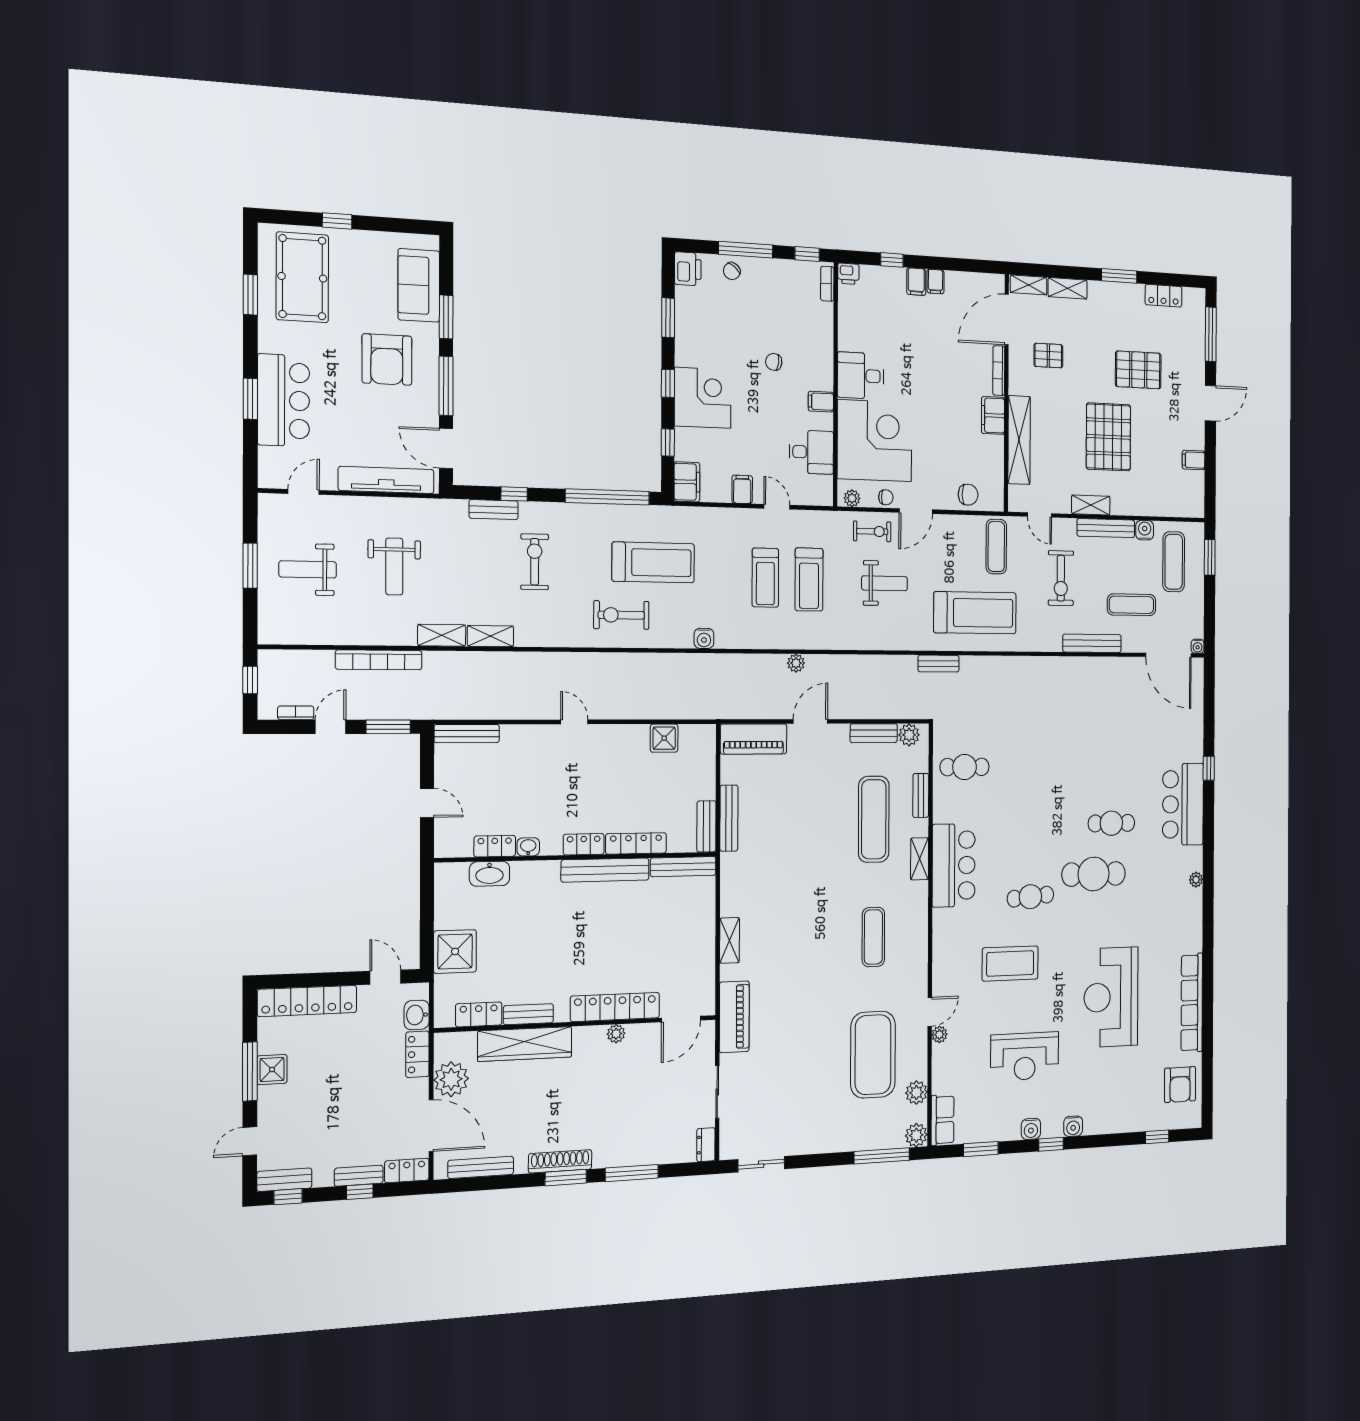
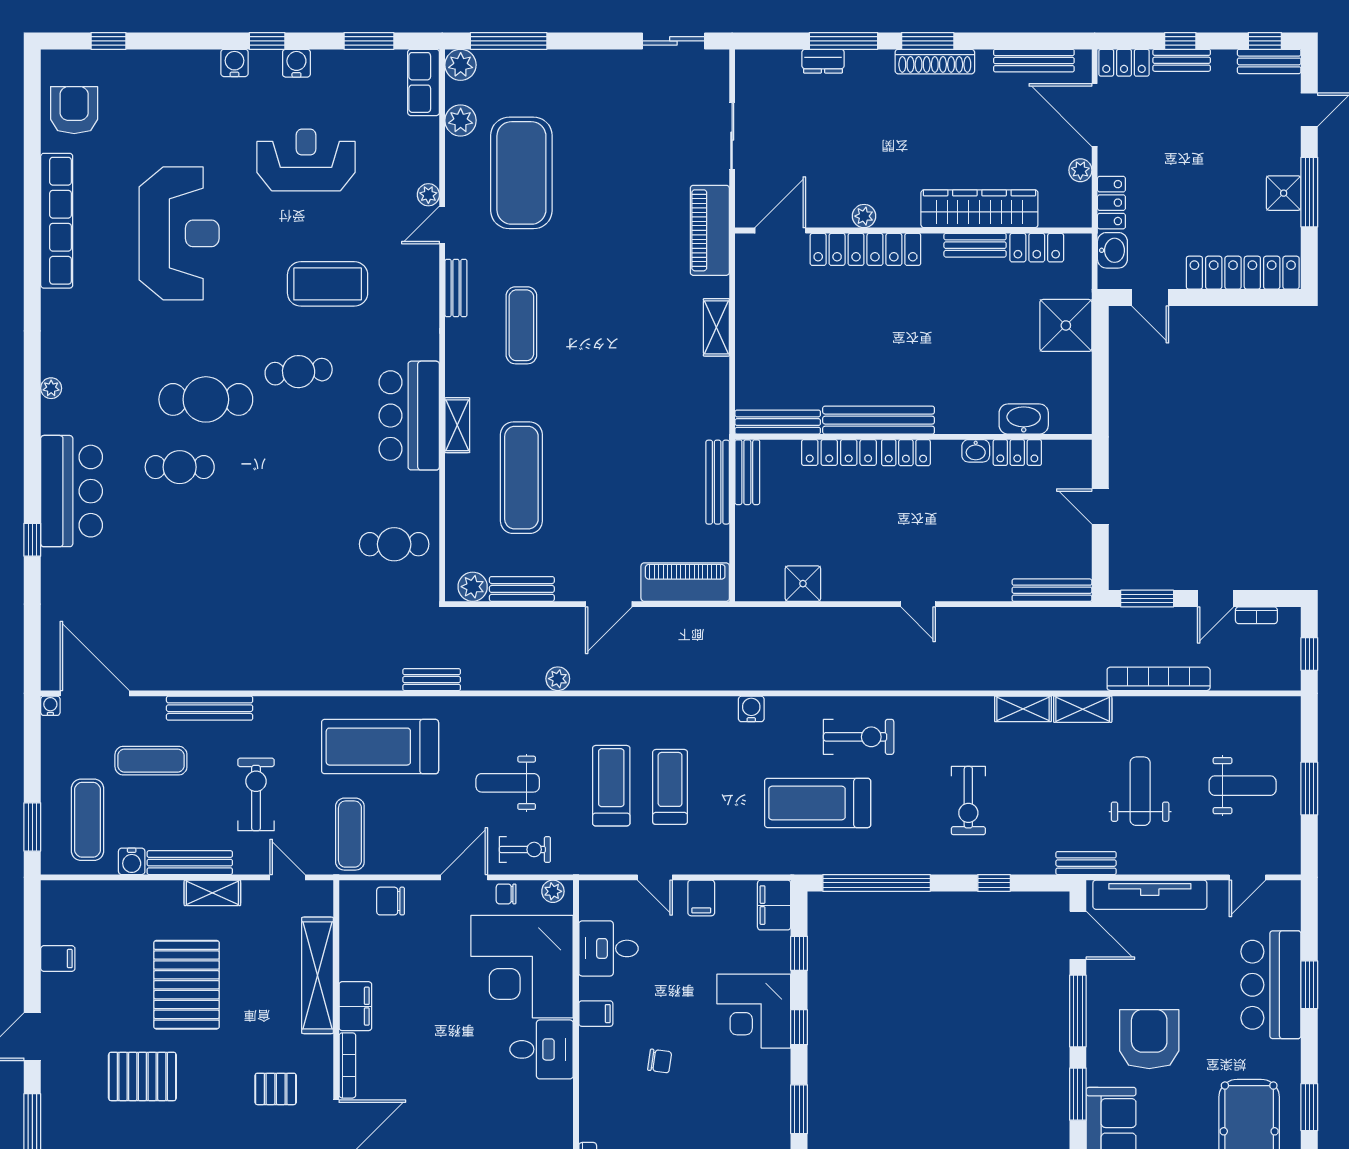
bench: (494, 510) -> (1086, 863), moved
exercise bike: (872, 531) -> (525, 849), turned 180
plant: (796, 663) -> (558, 679), moved
bench: (921, 795) -> (456, 288), moved
plant: (451, 1079) -> (1080, 170), width x0.53, depth x0.53
dresser: (706, 1145) -> (823, 61), moved, turned 90

